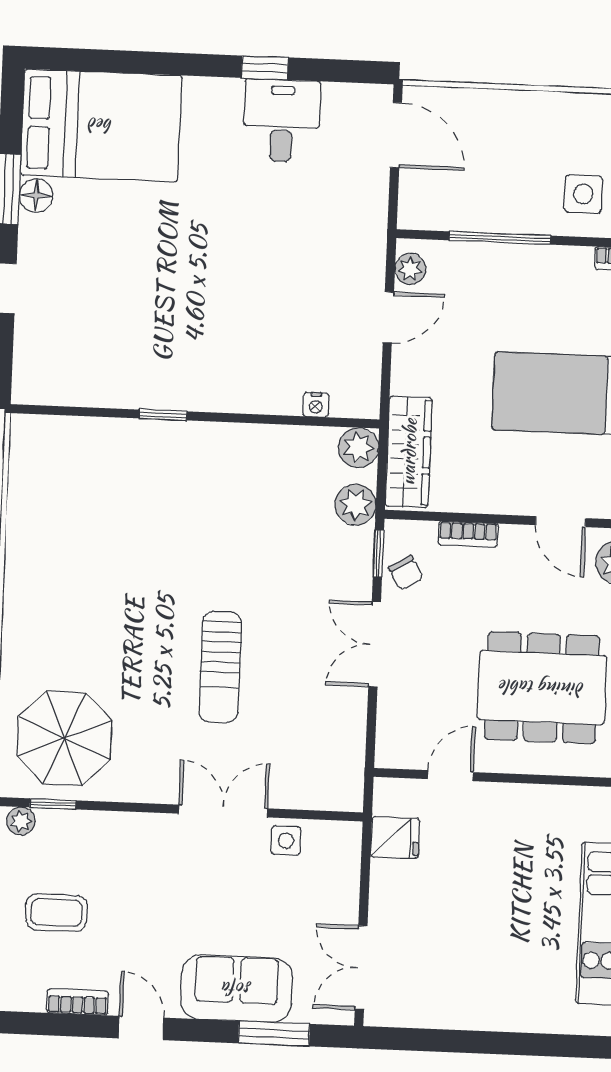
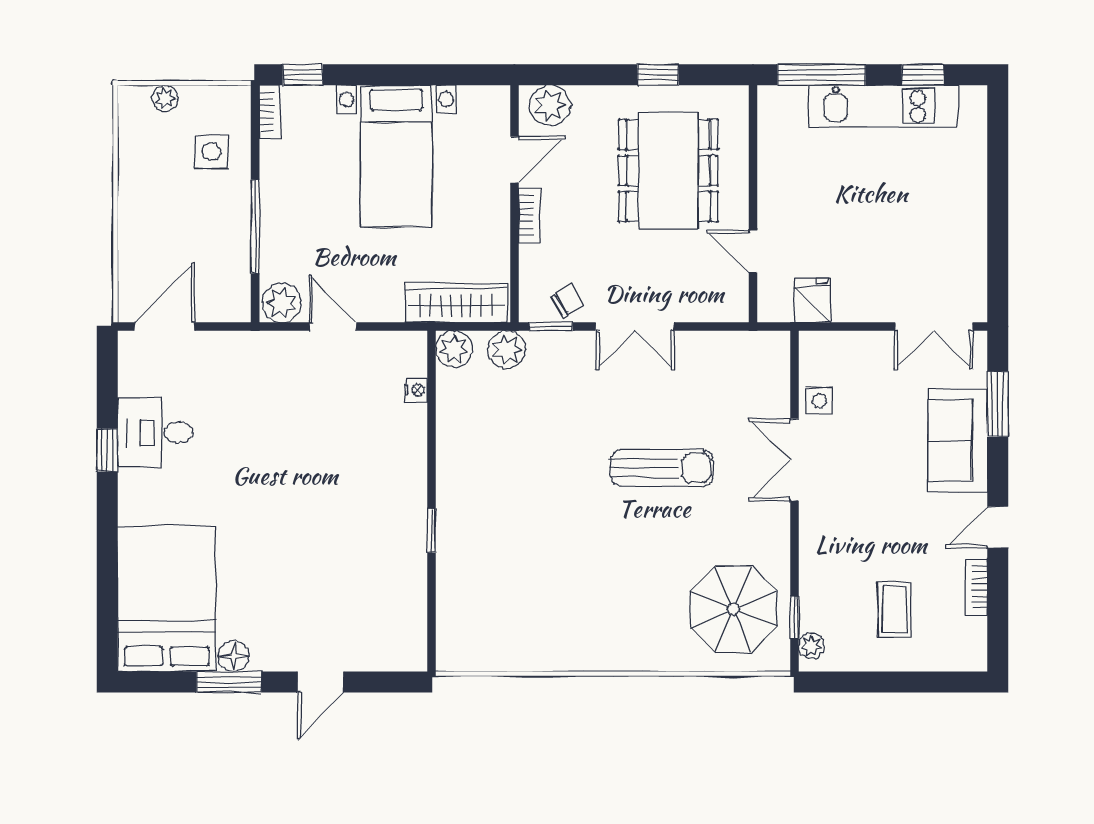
plant: (410, 269) -> (282, 303), width x1.38, depth x1.38
bookcase: (468, 534) -> (530, 215), moved

